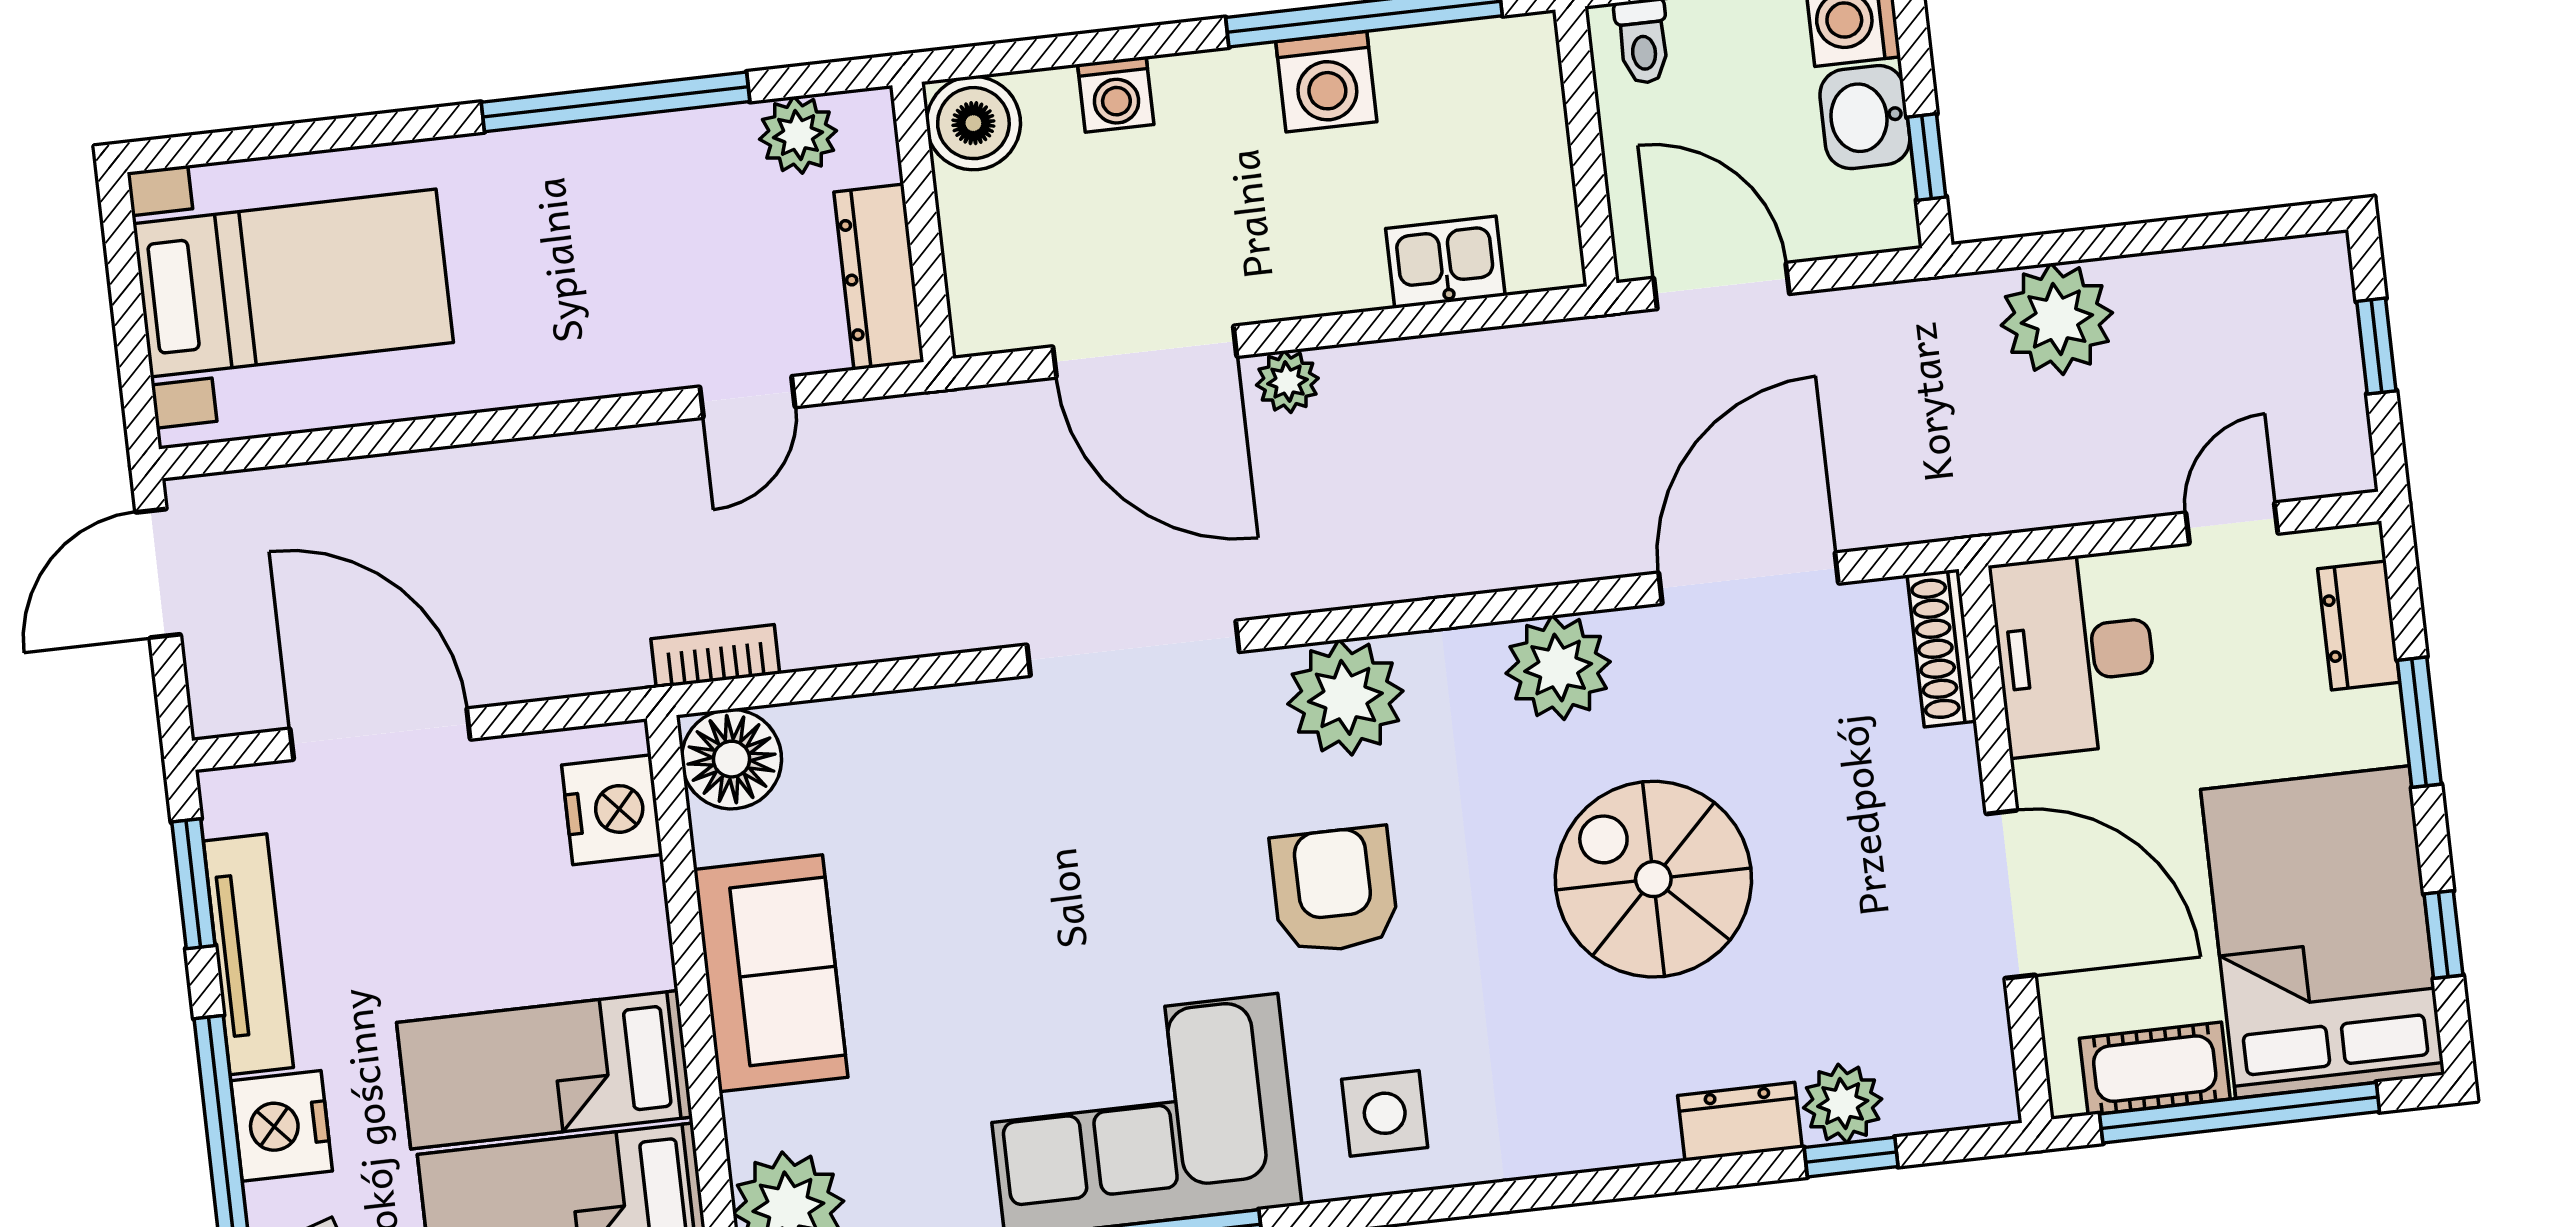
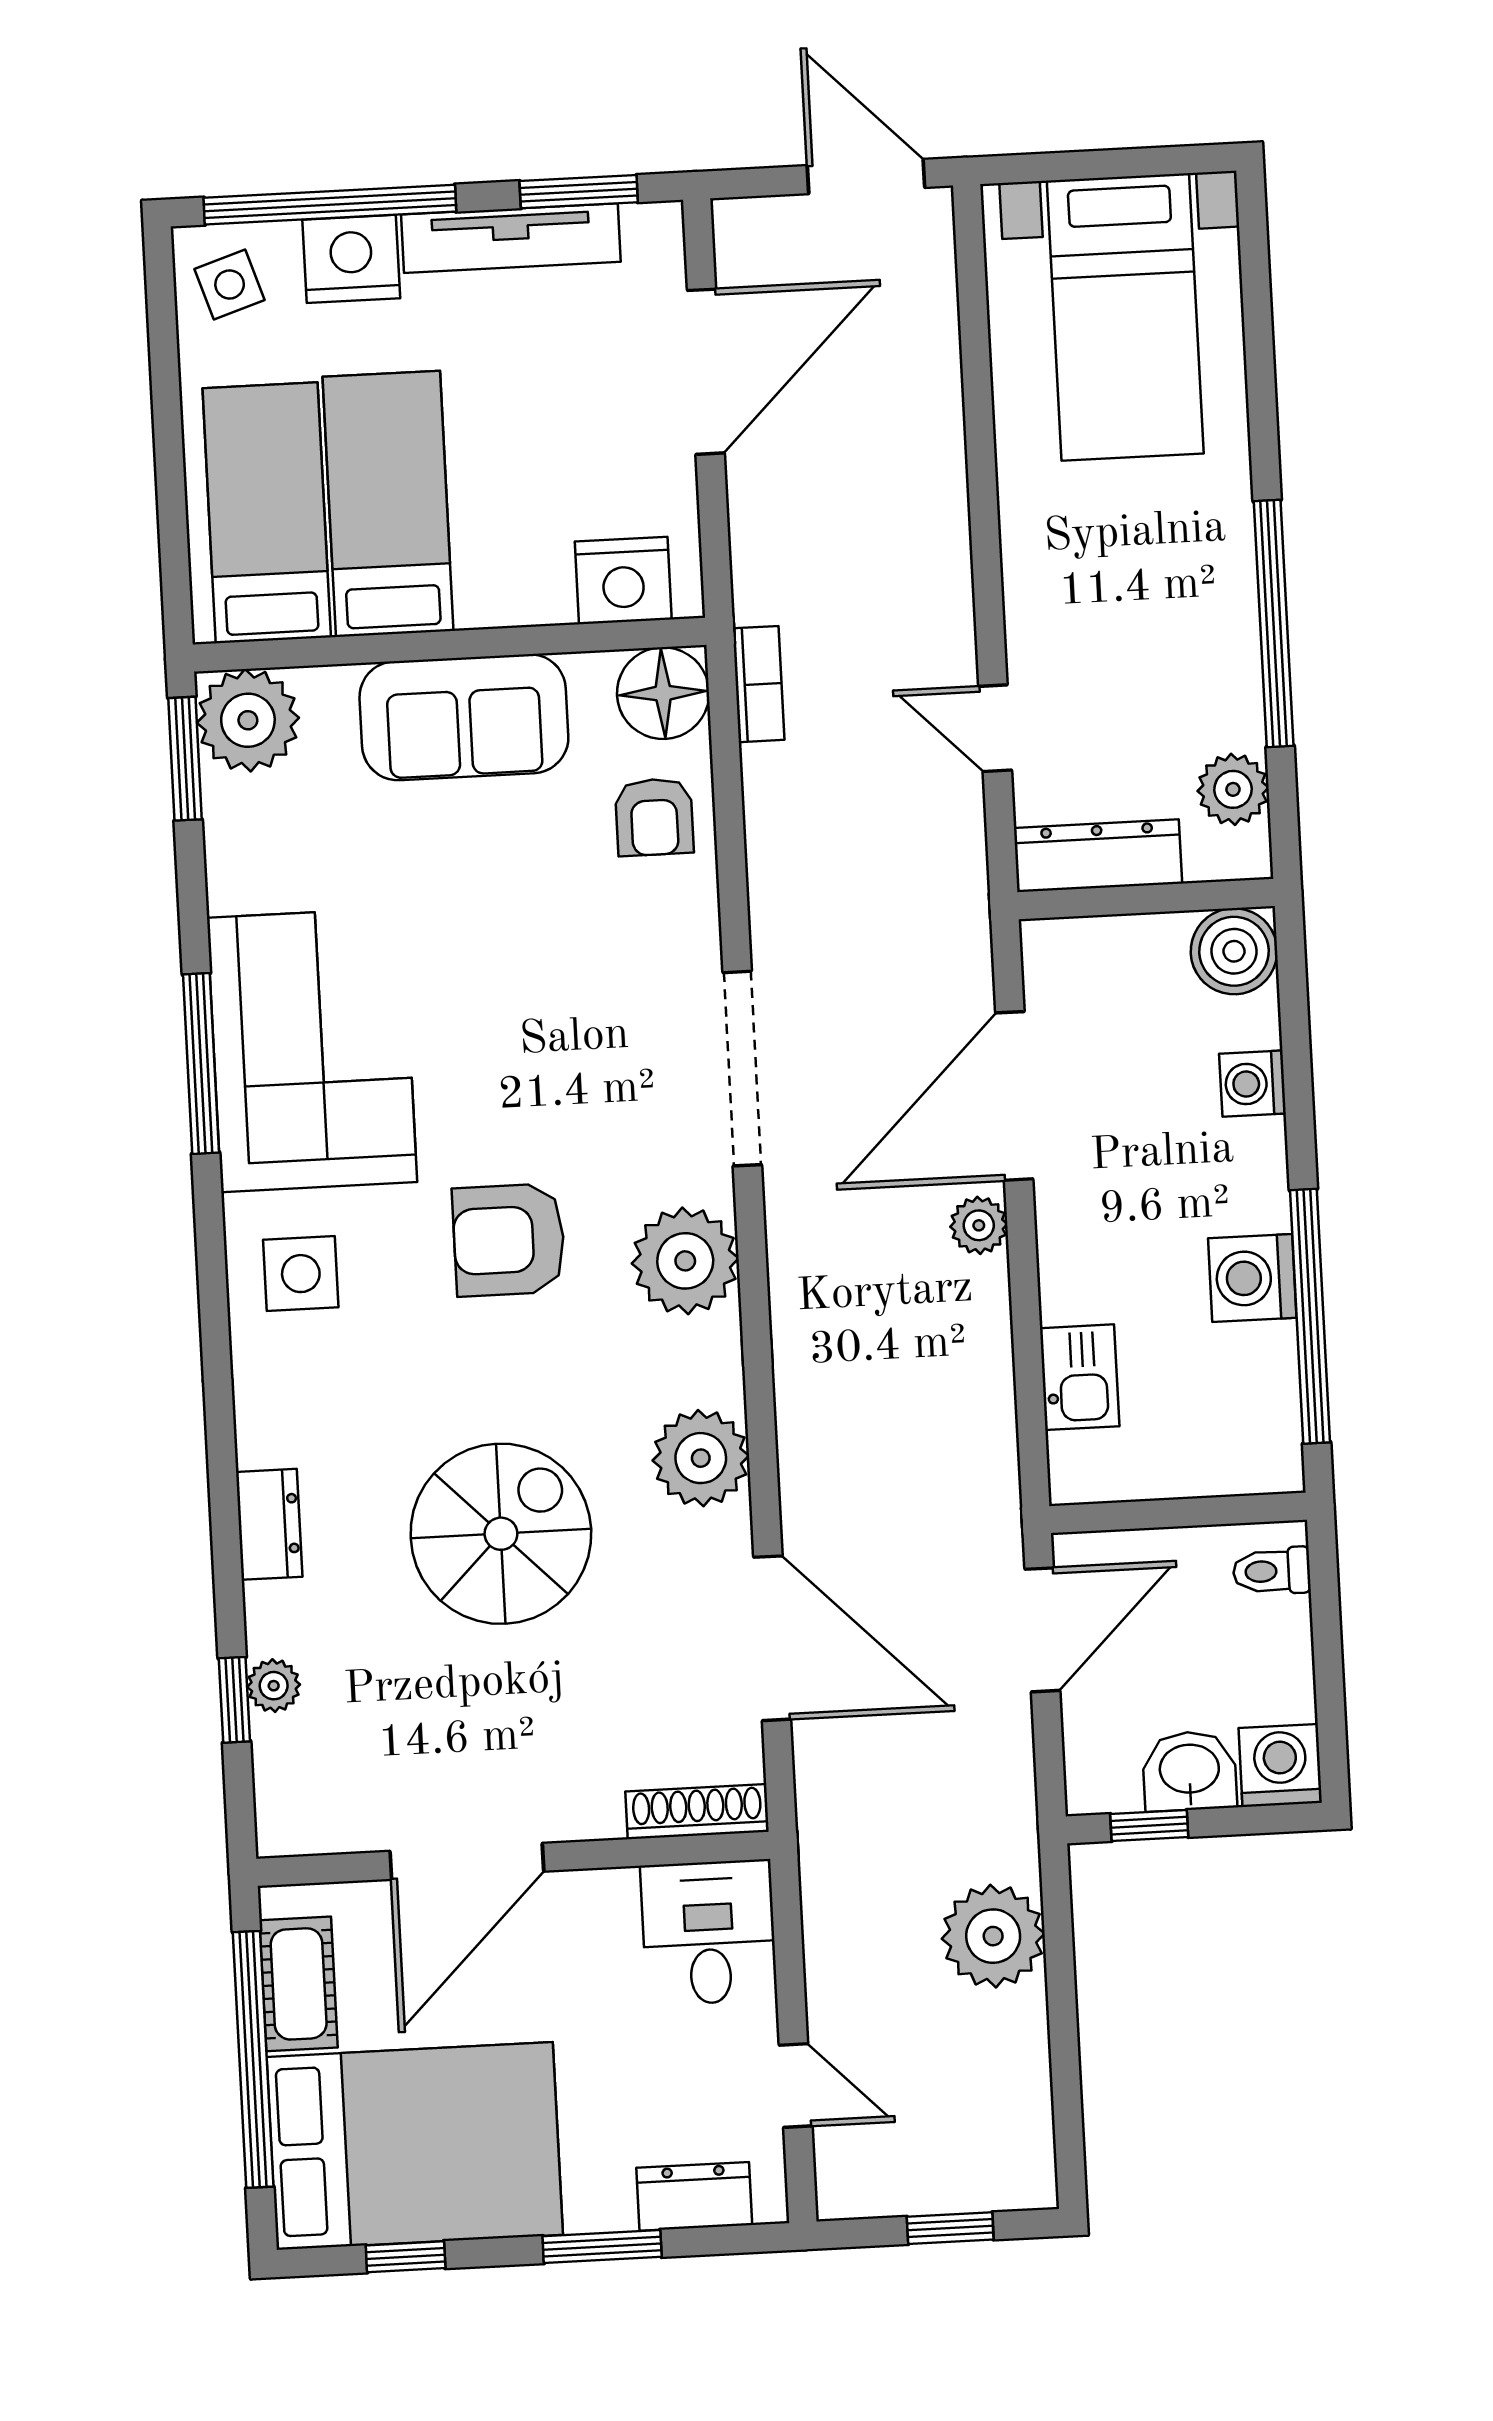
desk: (2075, 654) -> (709, 1933), width x0.73
armchair: (866, 760) -> (654, 817), added
armchair: (1334, 890) -> (509, 1240), turned 180
plant: (1843, 1103) -> (274, 1686), width x0.73, depth x0.73
dresser: (1740, 1122) -> (269, 1524), moved

